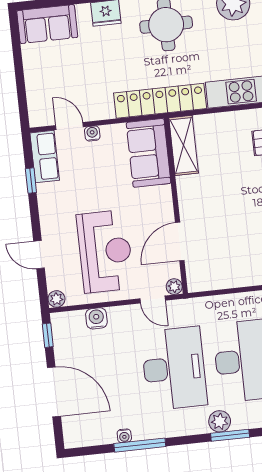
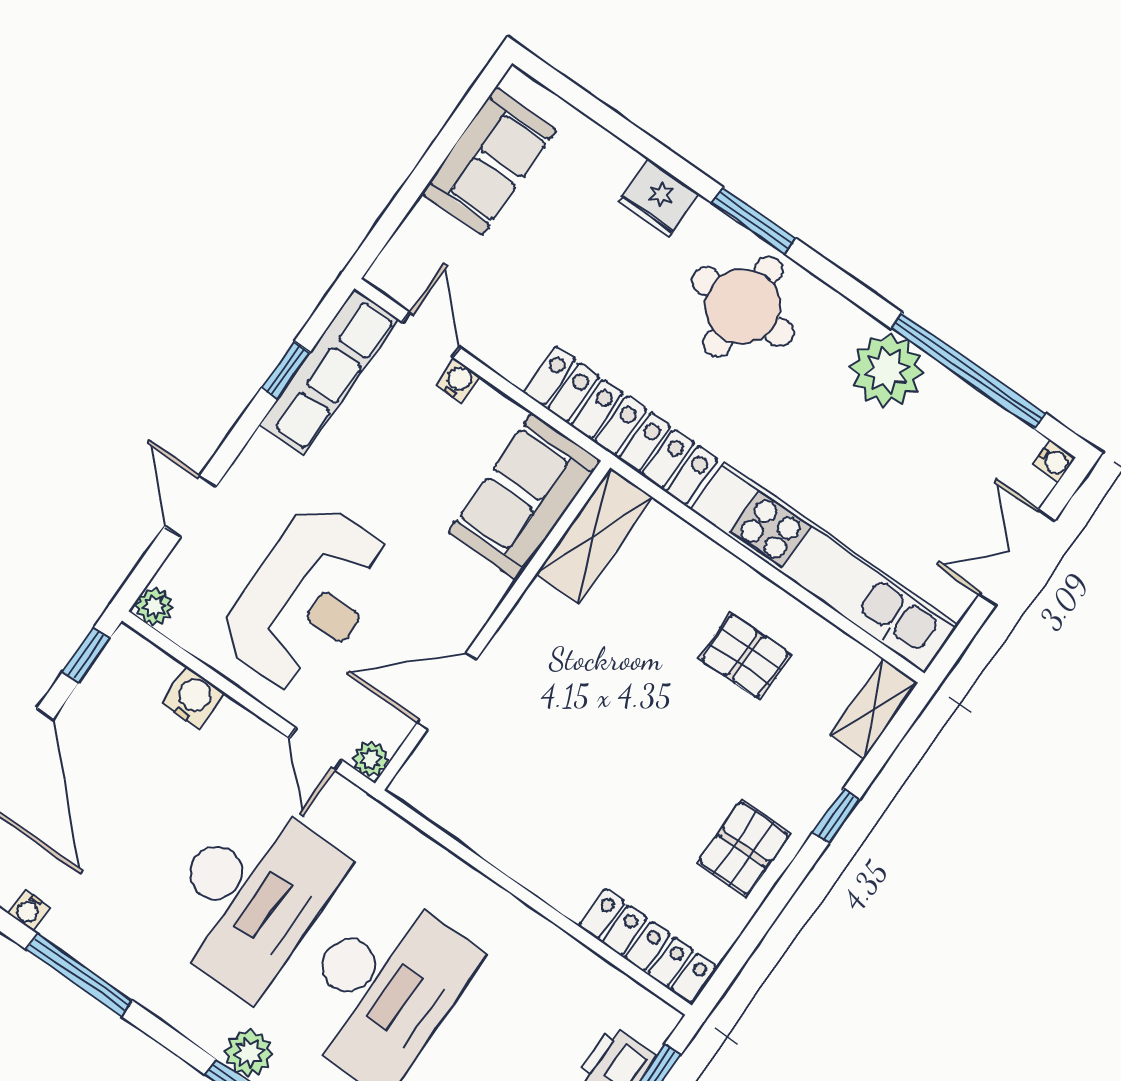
sofa: (47, 24) -> (489, 161), moved, turned -90
row of seats: (45, 157) -> (329, 372), width x1.48
water cooler: (124, 436) -> (29, 910), moved

